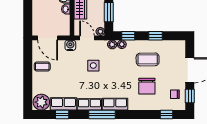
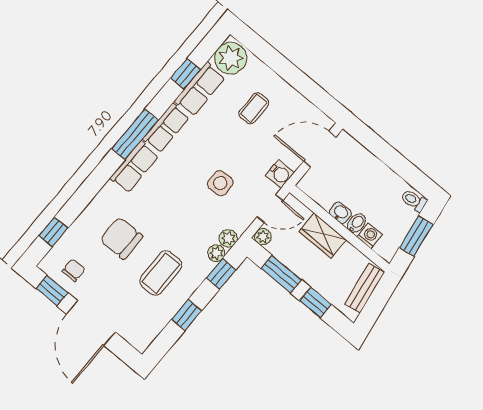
coffee table: (42, 67) -> (254, 108), moved

